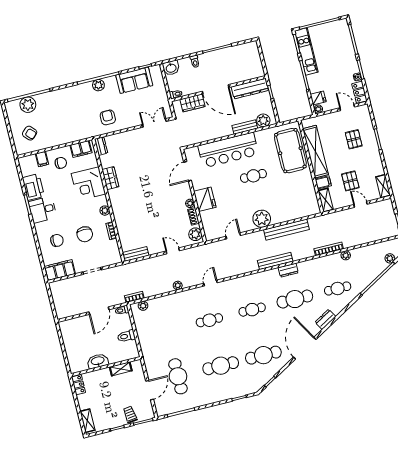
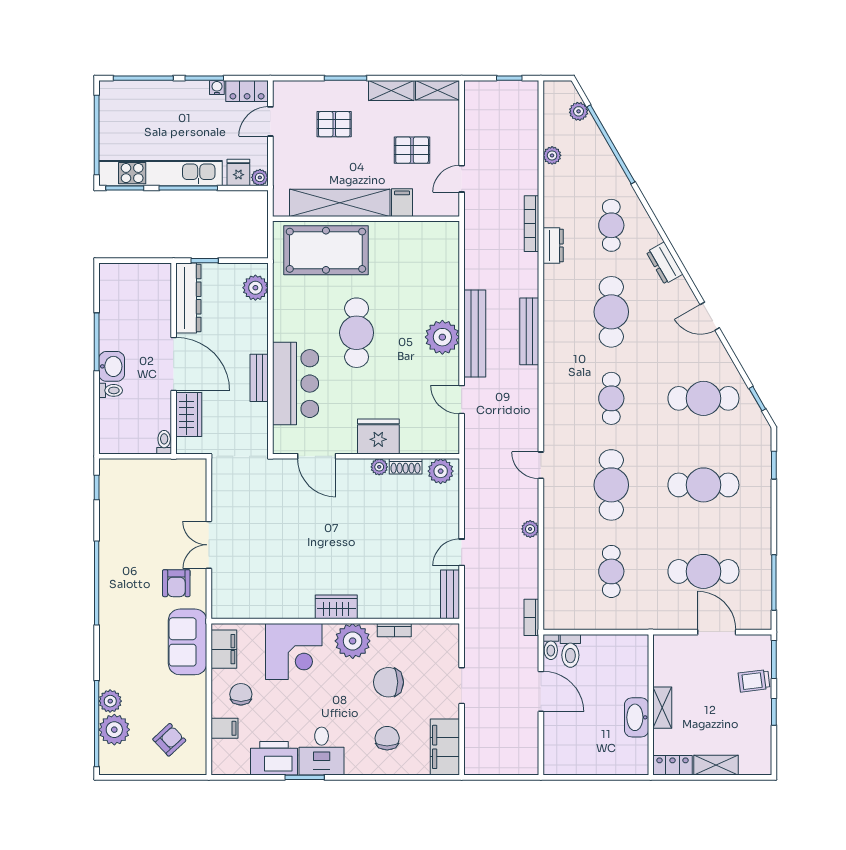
kitchen unit: (306, 51) -> (161, 173), width x1.36
washbasin: (171, 68) -> (112, 366), moved
sofa: (134, 80) -> (188, 642), moved, turned 180
plant: (98, 85) -> (110, 701), moved
door: (216, 89) -> (174, 364), hinge flipped
armchair: (108, 117) -> (176, 583), turned -90
double door: (154, 123) -> (209, 545), moved
bench: (245, 127) -> (259, 378), moved
dresser: (101, 146) -> (228, 609), removed
bar counter: (228, 150) -> (296, 384), width x0.73
cafe table: (253, 176) -> (357, 333), width x1.37, depth x1.35
wardrobe: (110, 178) -> (336, 607), moved
shelving: (326, 200) -> (391, 90), moved
door: (360, 204) -> (462, 179), moved
plant: (105, 211) -> (353, 641), width x1.88, depth x1.88
bench: (286, 230) -> (475, 334), moved
chair: (85, 234) -> (388, 682), turned 180
door: (173, 251) -> (462, 552), moved
plant: (346, 255) -> (552, 155), moved
dresser: (288, 270) -> (553, 245), moved
plant: (143, 306) -> (552, 605), removed
cafe table: (209, 320) -> (611, 485), width x1.37, depth x1.35
cafe table: (167, 331) -> (611, 571), added
toilet: (126, 336) -> (570, 651), moved
door: (305, 348) -> (710, 316), width x0.53
cafe table: (263, 355) -> (703, 398), turned 90
cafe table: (221, 366) -> (703, 485), turned 90
shelving: (121, 369) -> (662, 708), moved
shelving: (87, 421) -> (716, 765), moved

